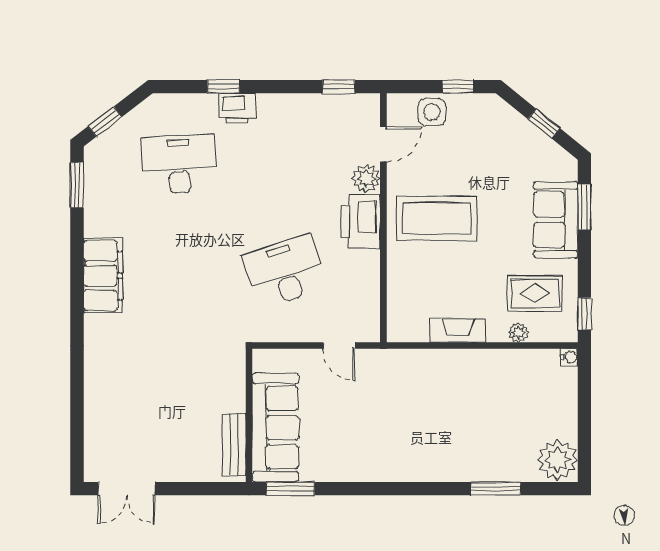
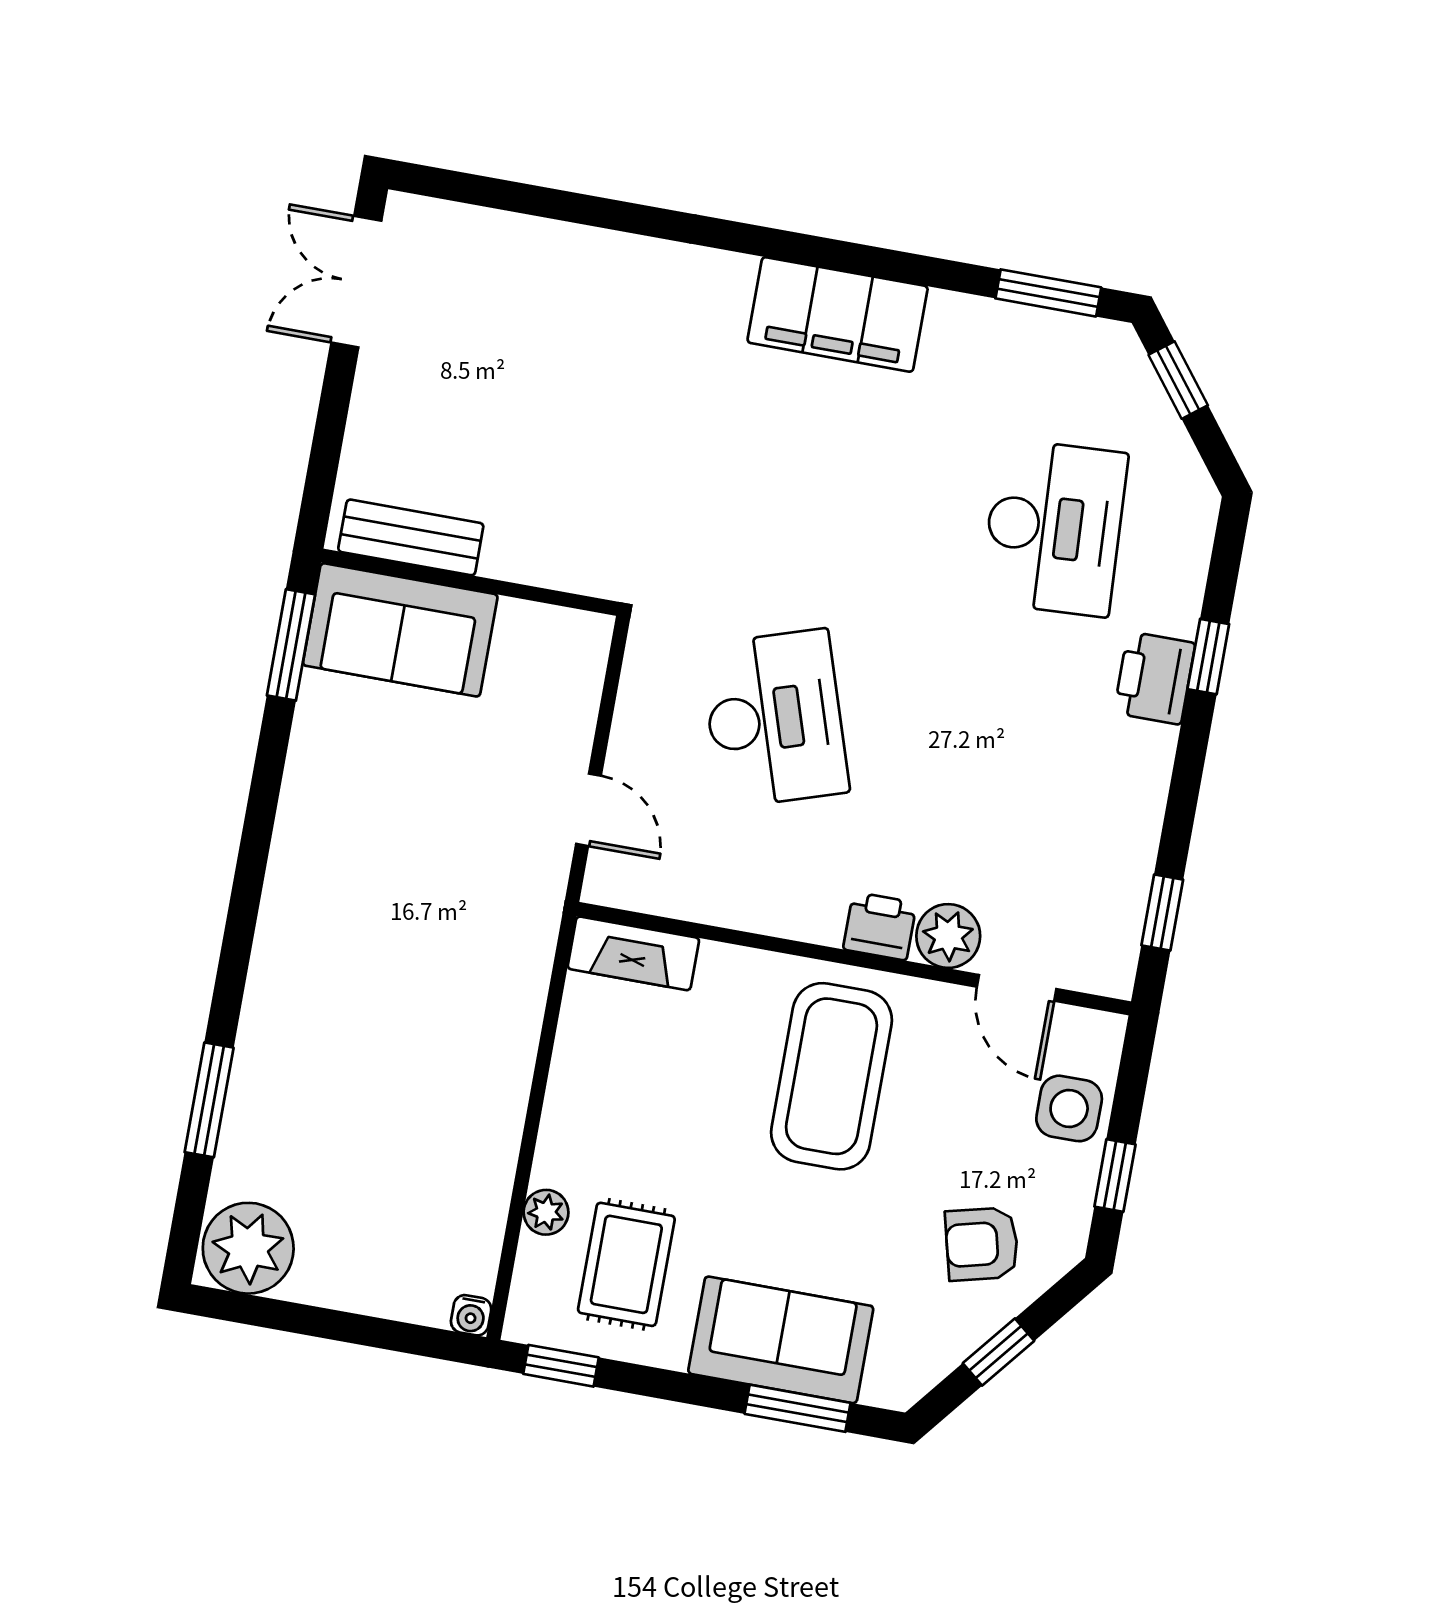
armchair: (498, 139) -> (982, 1244), added
printer: (361, 222) -> (880, 926), width x0.53, depth x0.68
fireplace: (458, 331) -> (633, 953), moved, turned 90
door: (339, 346) -> (588, 810), swing flipped
sofa: (275, 428) -> (400, 630), width x0.73

